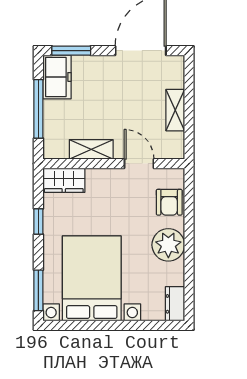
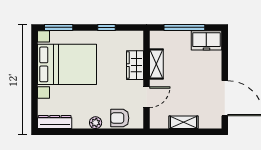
window: (71, 51) -> (225, 50), removed
wardrobe: (64, 180) -> (135, 65), moved
plant: (168, 245) -> (96, 123), width x0.53, depth x0.53
dresser: (175, 304) -> (55, 122), width x1.44

